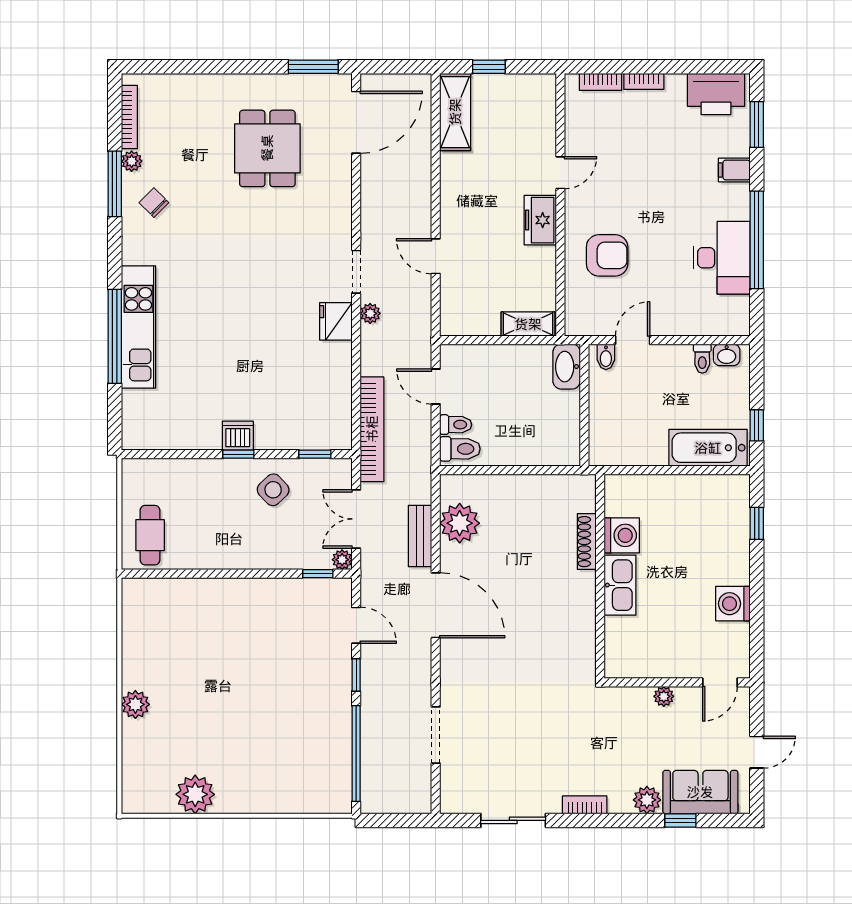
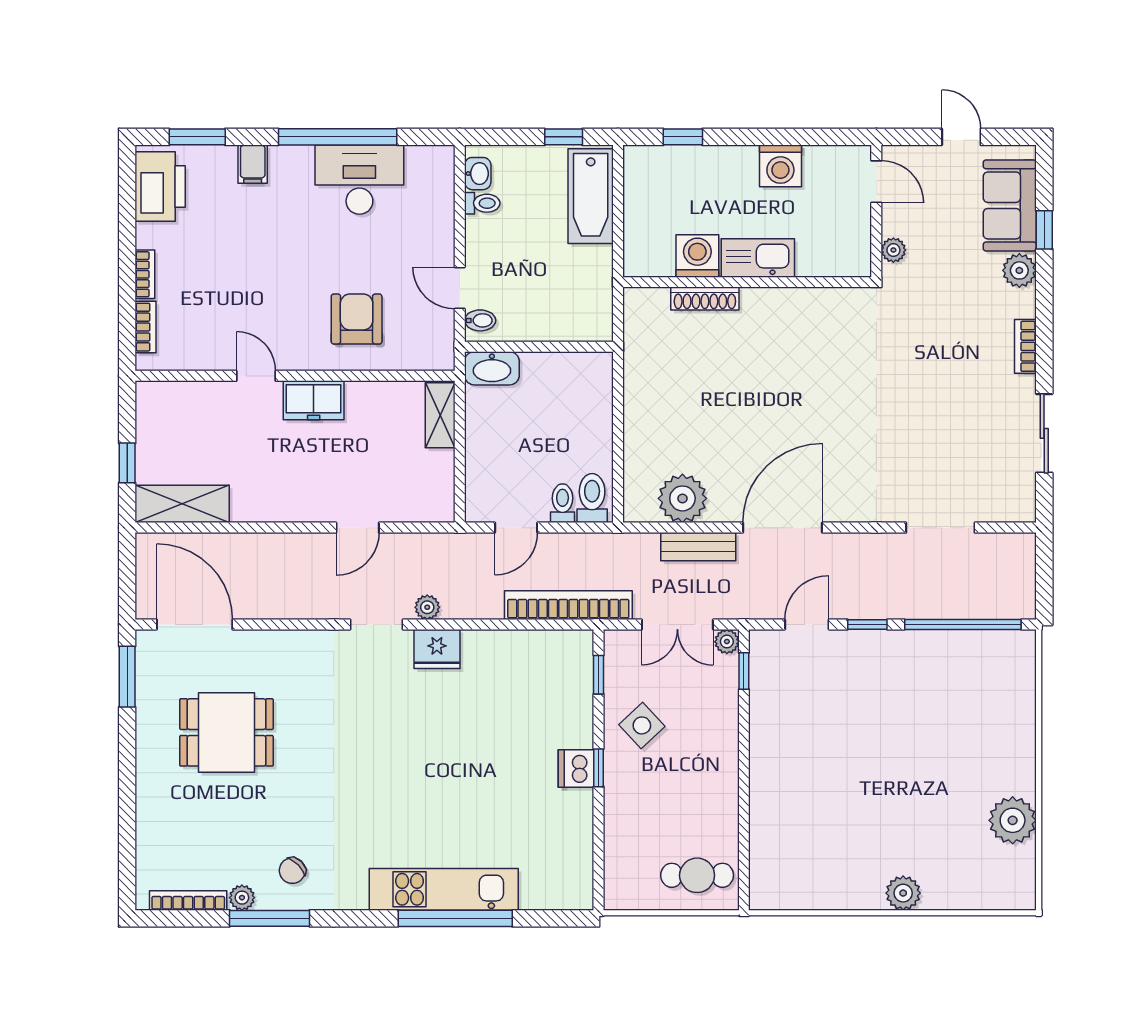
washing machine: (622, 535) -> (697, 256), moved
shoe rack: (587, 542) -> (705, 299), moved
wall: (600, 576) -> (747, 282), moved
kitchen sink: (620, 585) -> (758, 258), moved

